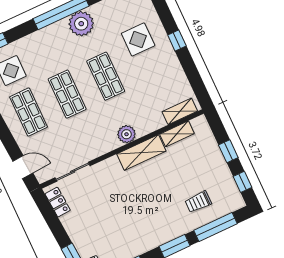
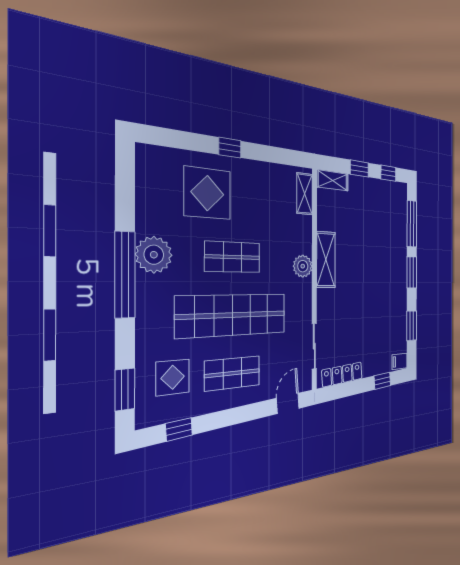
display table: (138, 39) -> (207, 193), width x1.36, depth x1.36
shop shelf: (67, 94) -> (233, 315), width x2.00, depth x1.36
shelving: (177, 134) -> (333, 180), moved, turned 90
locker: (58, 202) -> (342, 374), width x1.53
trolley: (198, 202) -> (388, 227), removed

